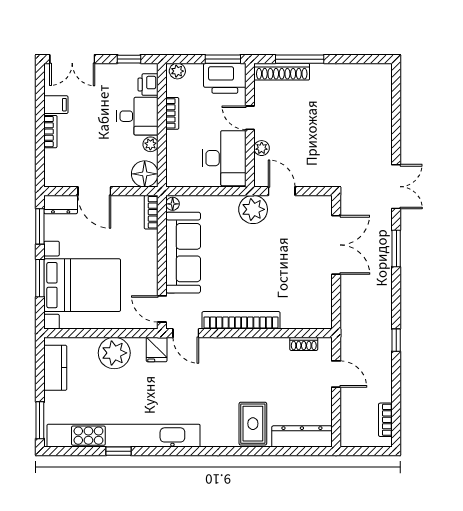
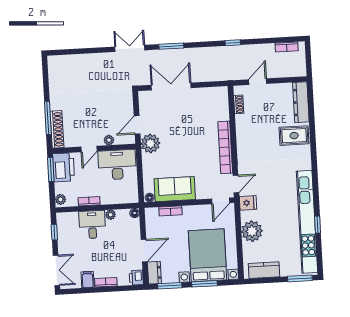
printer: (148, 85) -> (136, 278), moved, turned 90
floor lamp: (145, 174) -> (135, 213), width x0.53, depth x0.53
bookcase: (151, 212) -> (170, 211), moved
sofa: (183, 253) -> (175, 189), width x0.73

